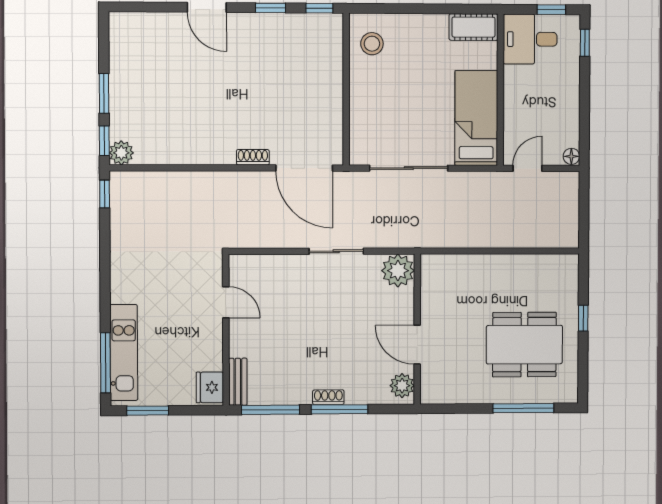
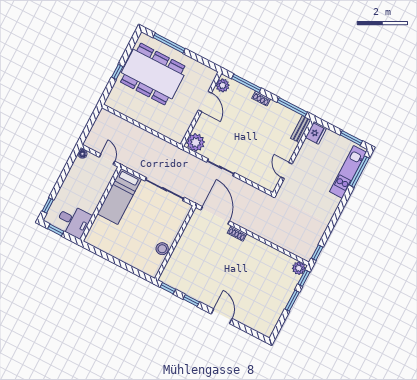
cot: (474, 27) -> (98, 241), removed
stool: (372, 44) -> (162, 249), moved
door: (527, 168) -> (107, 159), swing flipped
dining table: (524, 345) -> (153, 74), width x1.36, depth x1.24
window: (340, 409) -> (246, 83), moved

